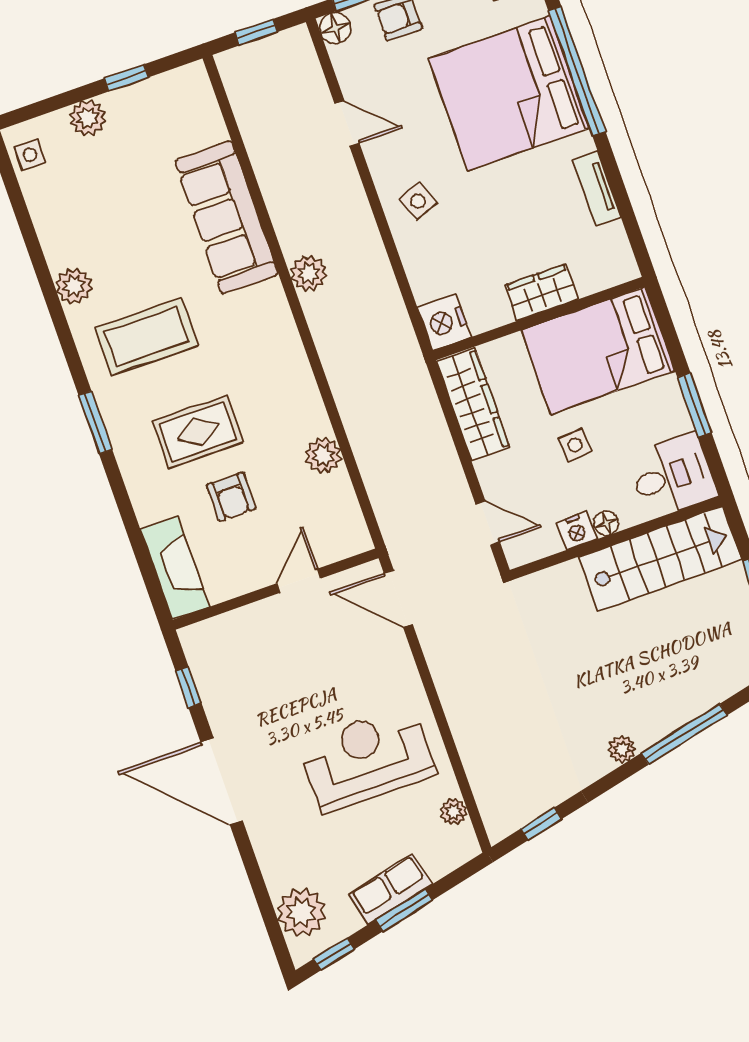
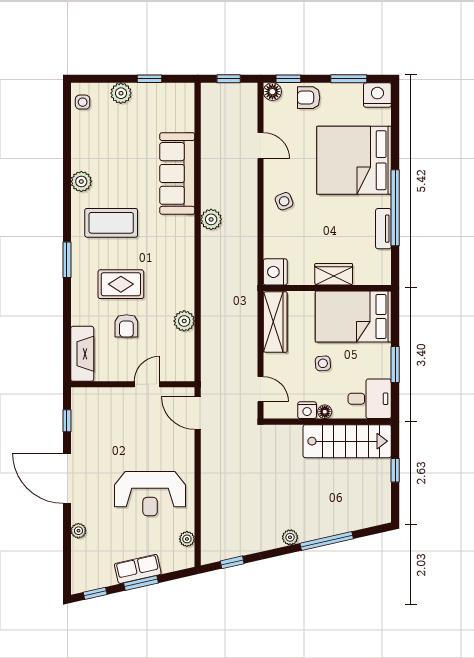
window: (577, 71) -> (395, 208), moved
reception desk: (367, 759) -> (150, 494), turned 180
plant: (301, 912) -> (78, 531), moved, width x0.53, depth x0.53

